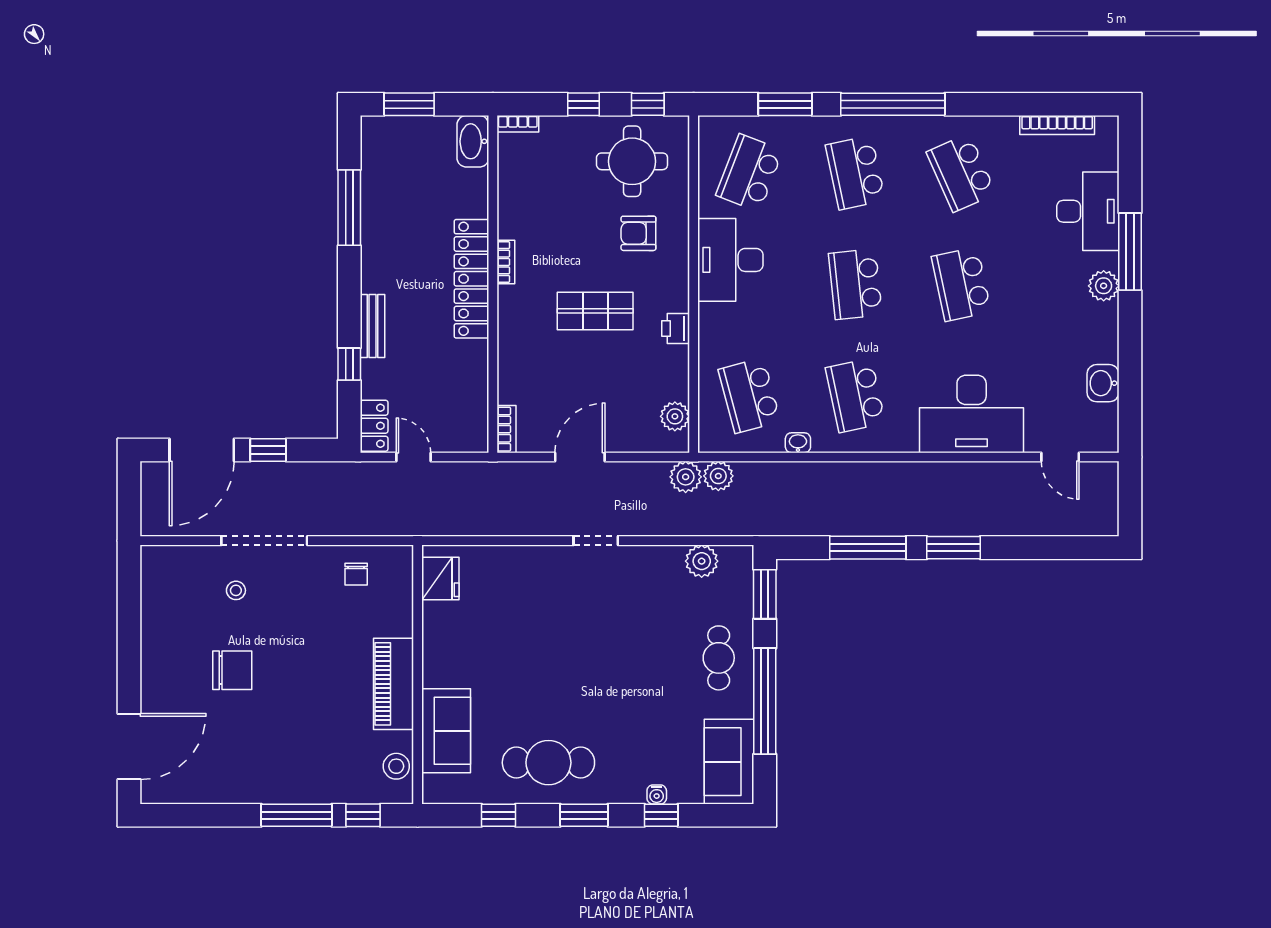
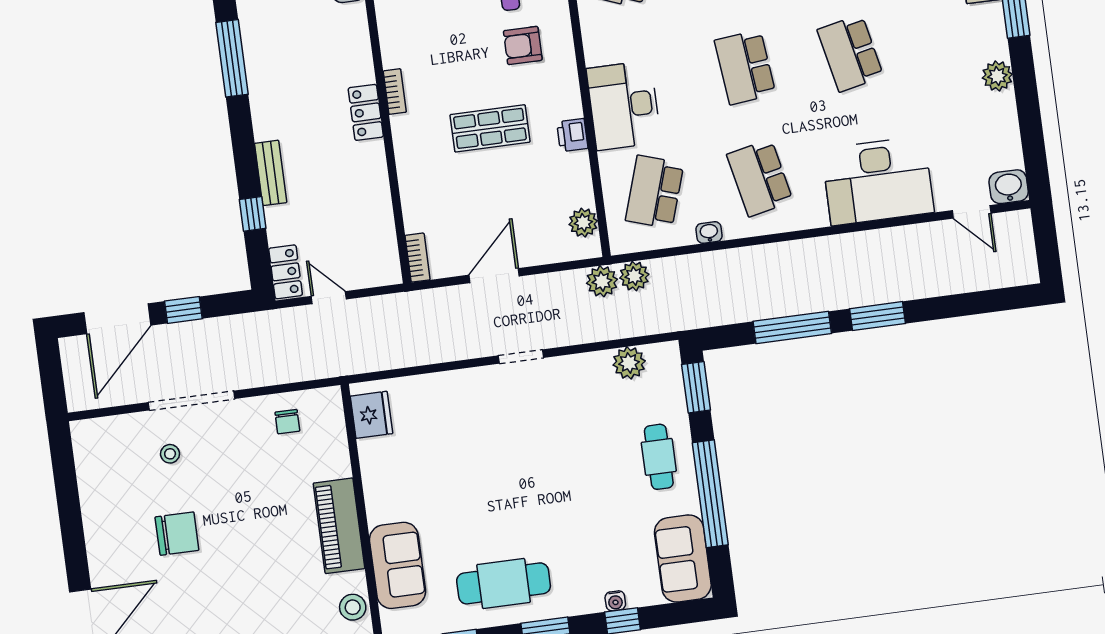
desk: (730, 260) -> (624, 105), moved
locker: (471, 279) -> (366, 112), width x0.46, depth x0.83
plant: (1104, 286) -> (997, 76), moved
washbasin: (1103, 383) -> (1009, 187), moved, turned 90
school desk: (749, 396) -> (655, 192), turned 33

